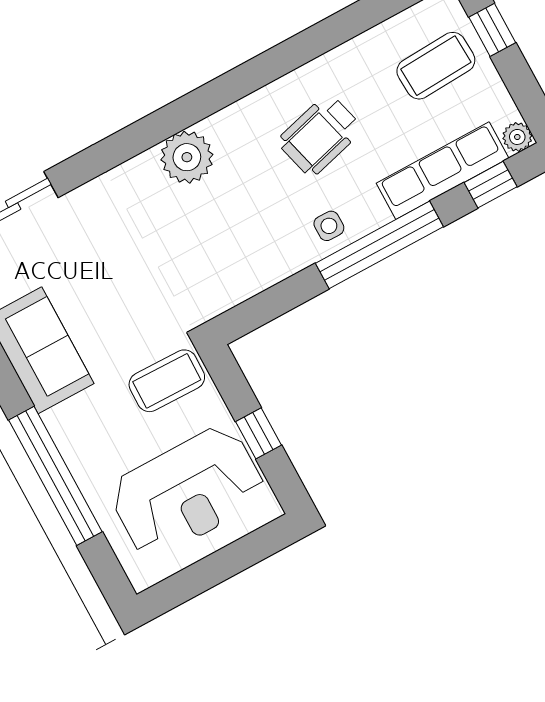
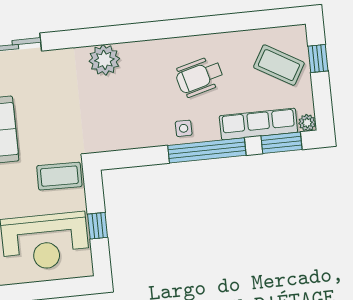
coffee table: (436, 66) -> (279, 65), turned 33
plant: (187, 157) -> (104, 60), moved
window: (491, 185) -> (282, 143), width x1.50

